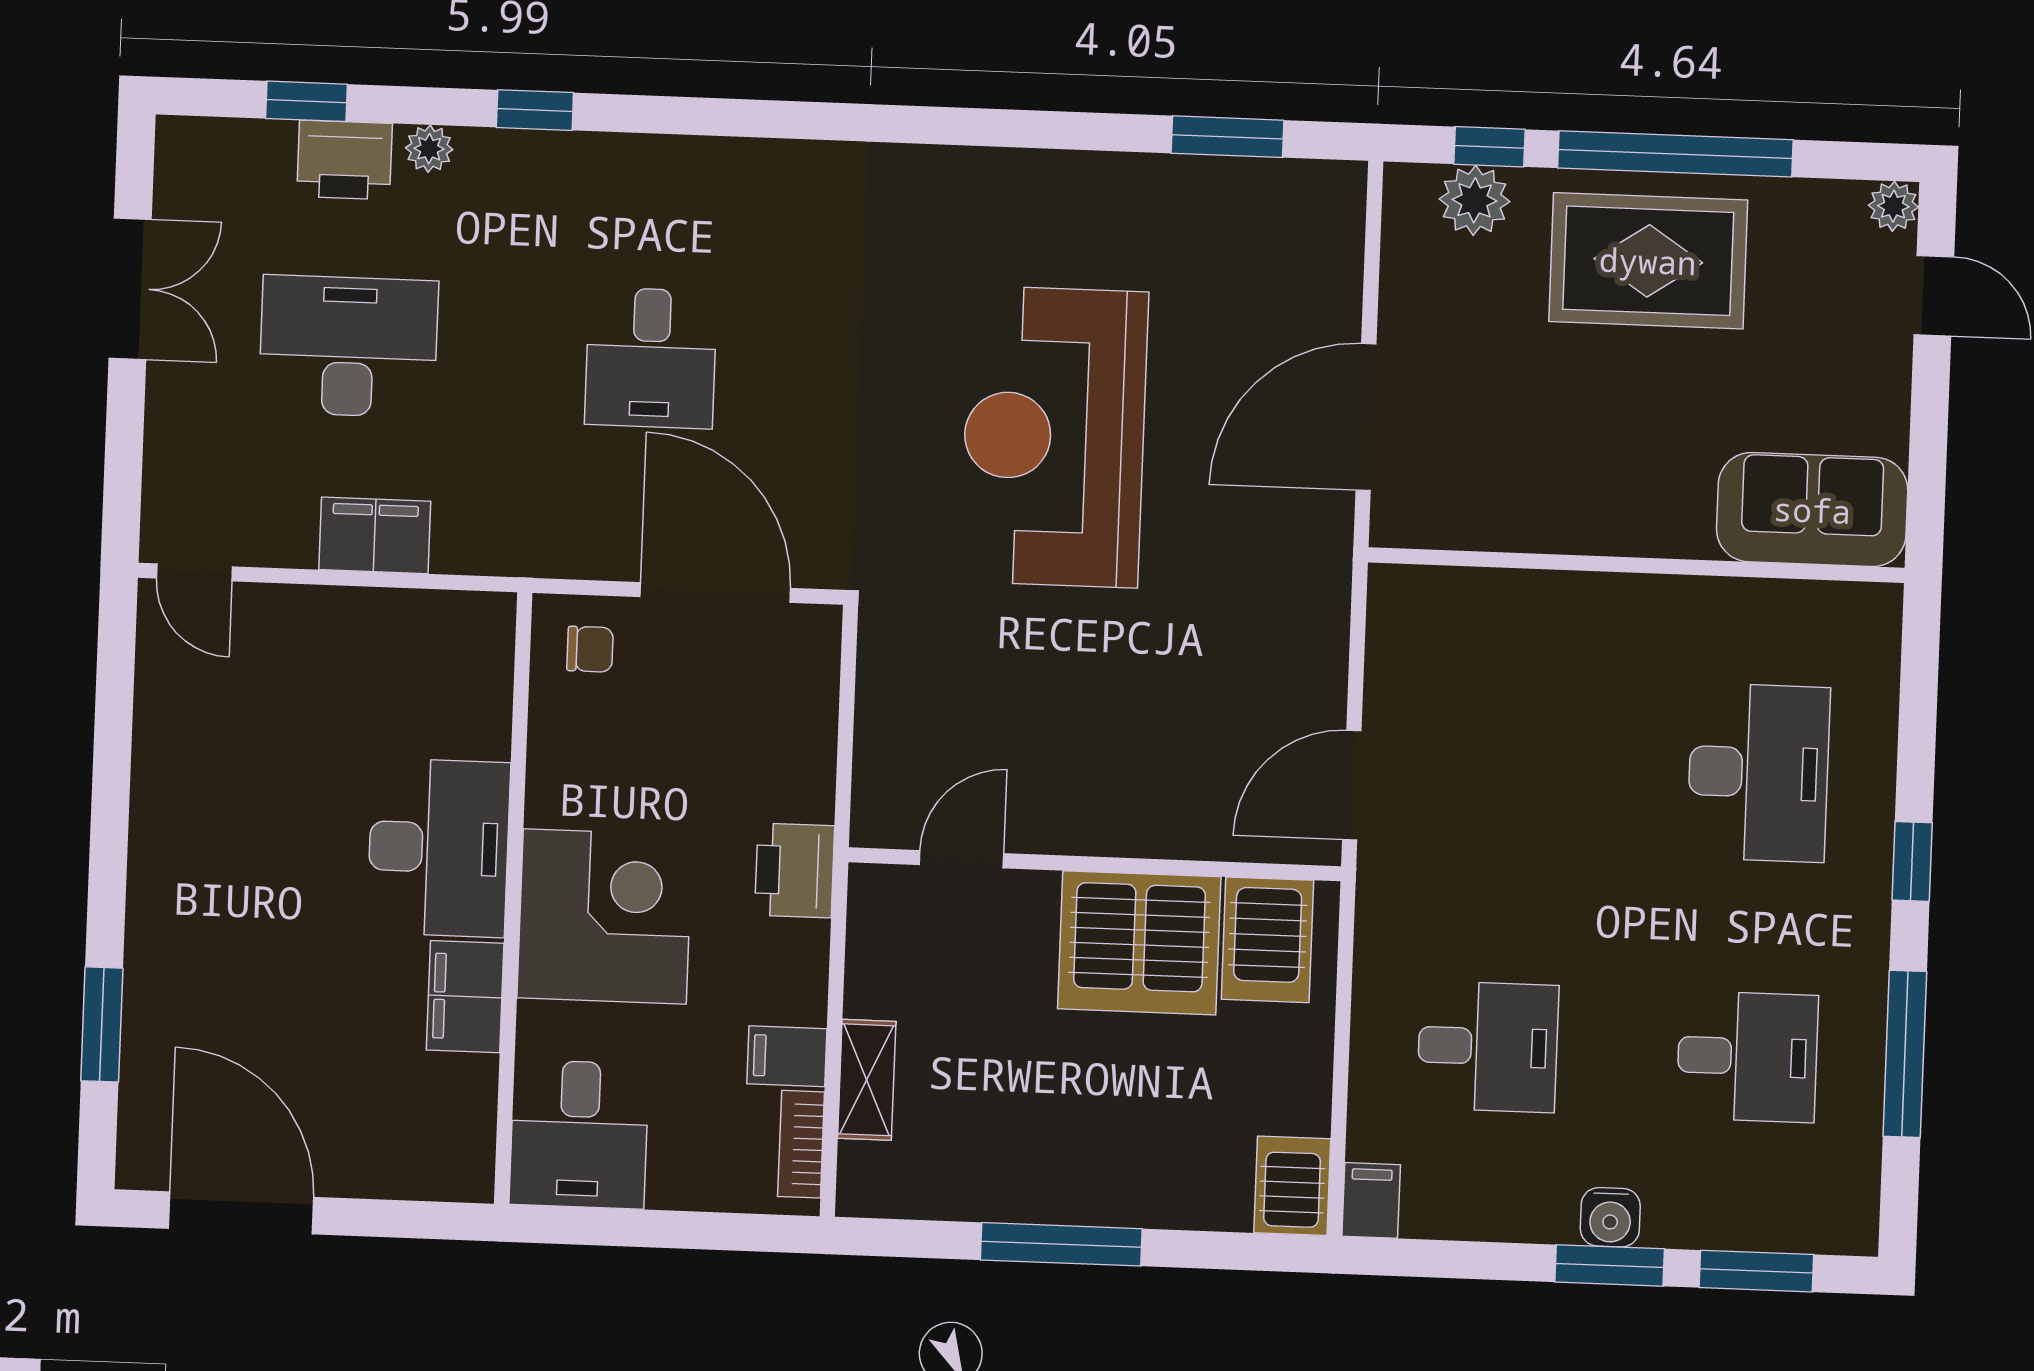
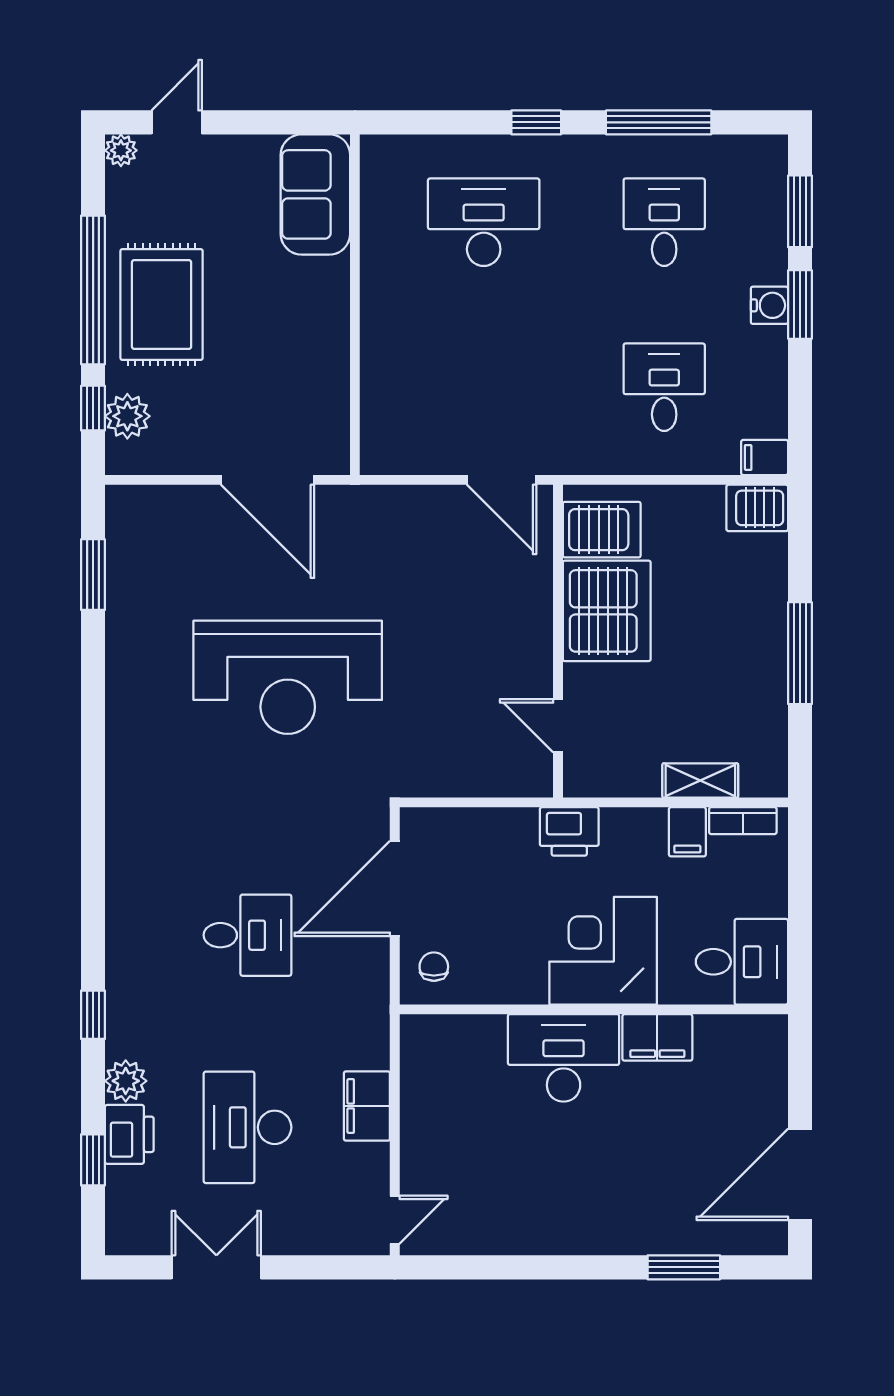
plant: (429, 149) -> (126, 1081), width x1.38, depth x1.38

